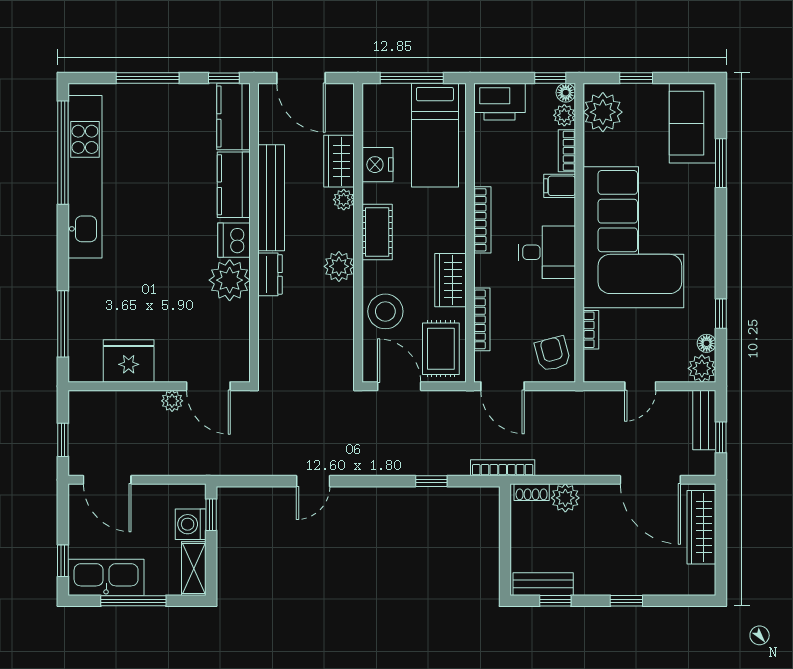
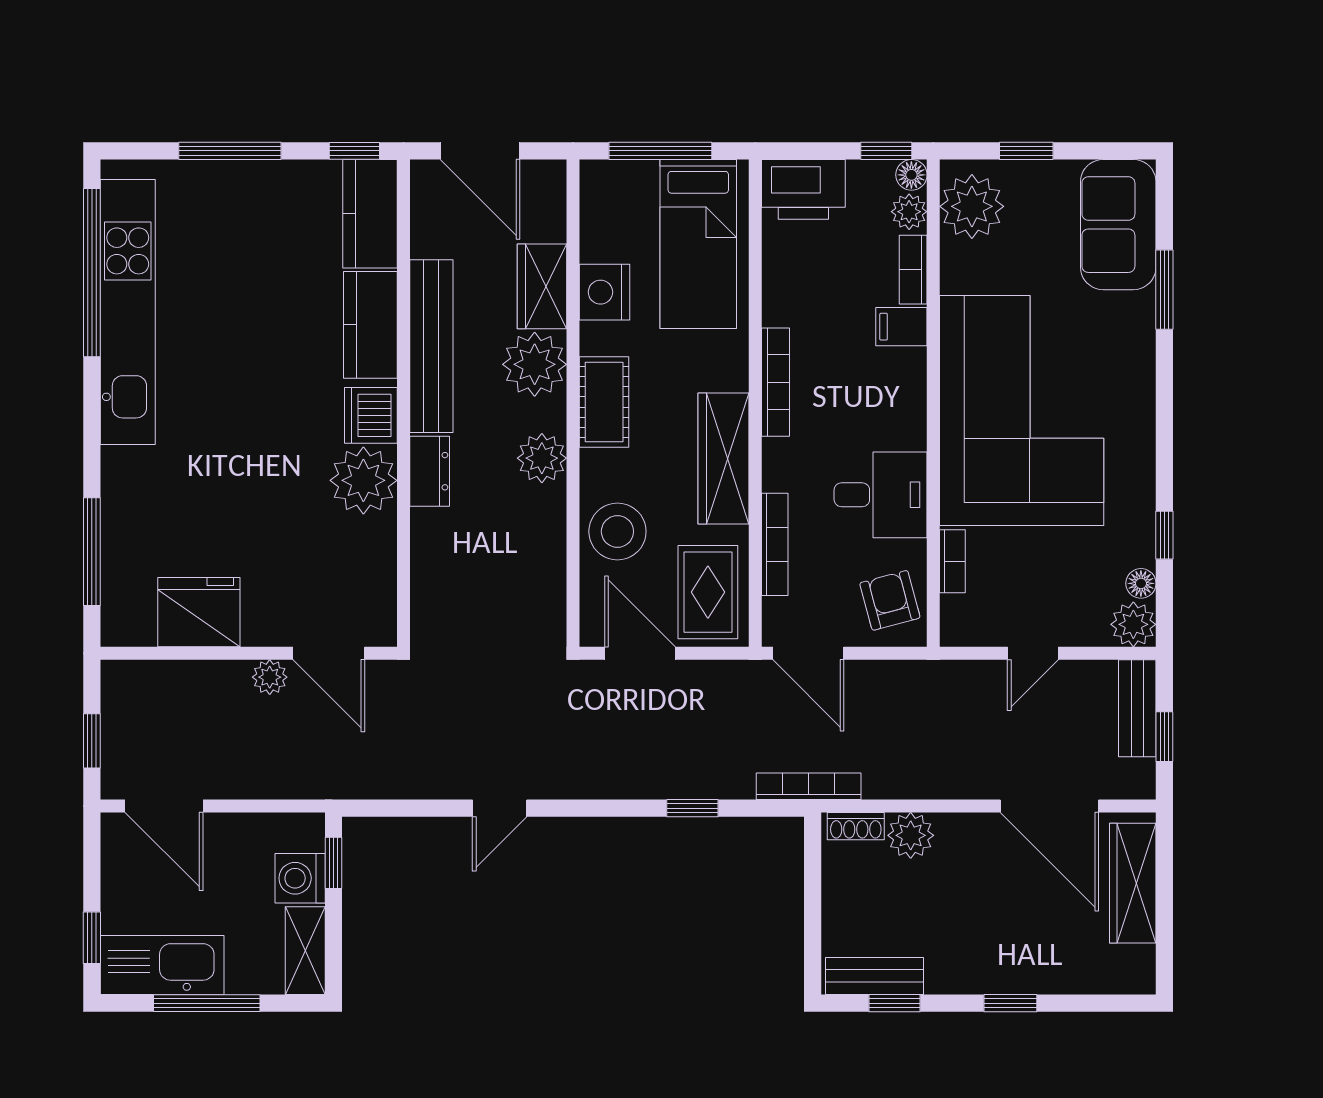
plant: (344, 200) -> (535, 364), width x1.88, depth x1.88
desk: (547, 252) -> (881, 495), moved
wardrobe: (450, 280) -> (724, 459), width x1.50

